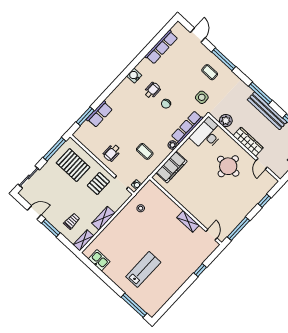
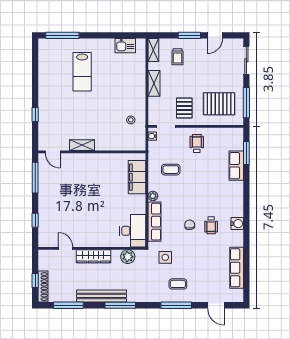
round table: (228, 166) -> (91, 221), removed

